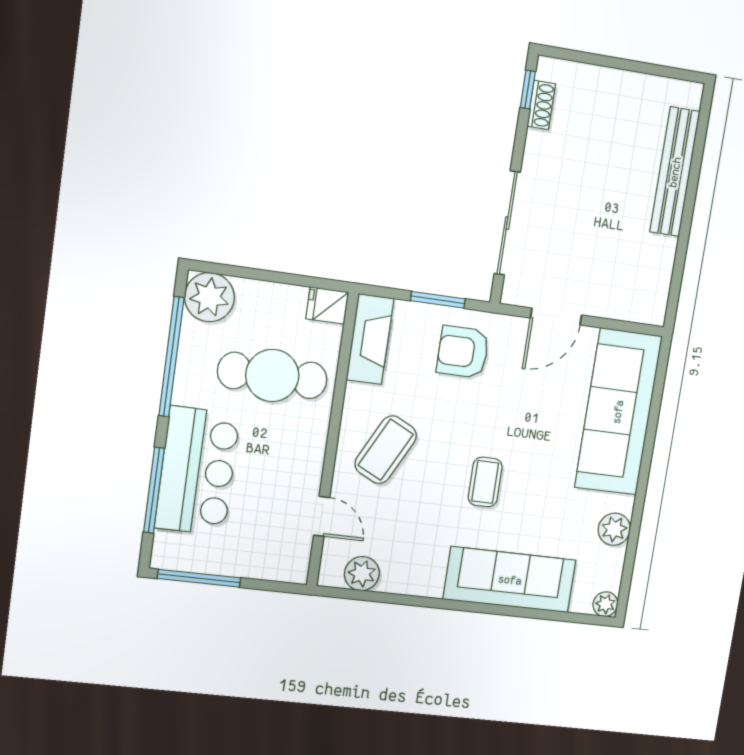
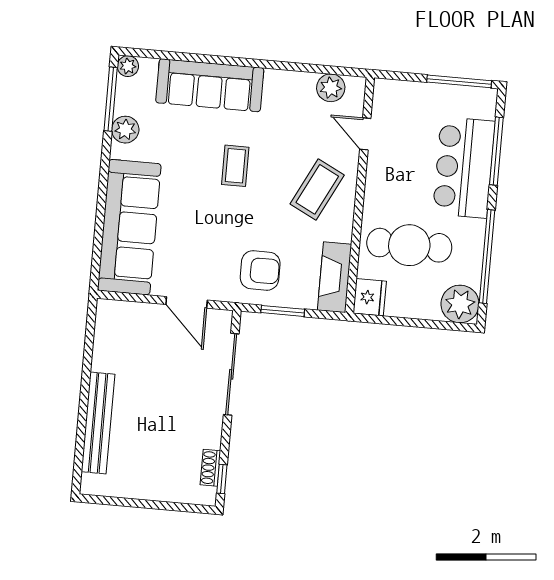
fridge: (327, 305) -> (370, 297), width x1.38
door: (556, 316) -> (187, 302), swing flipped
window: (629, 566) -> (111, 99), added

